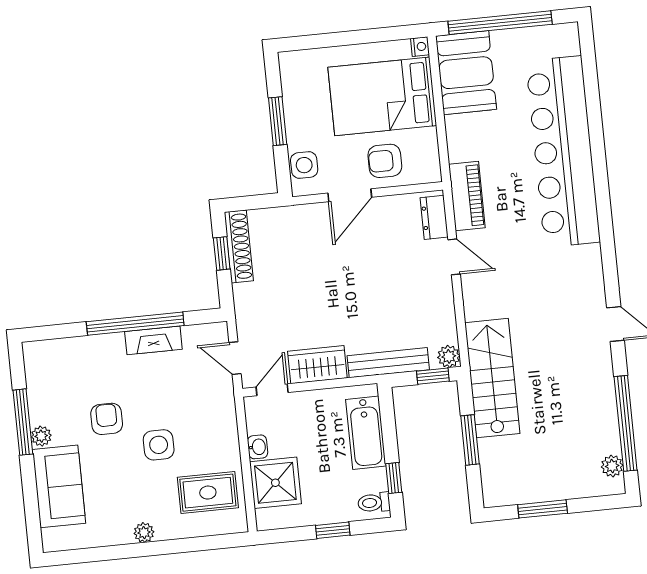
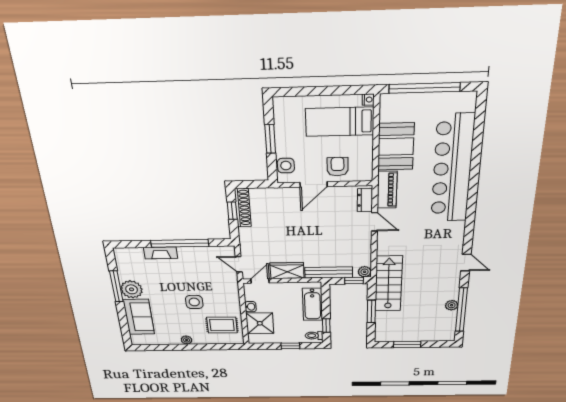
booth: (466, 73) -> (396, 147), moved
bed: (382, 96) -> (340, 122), width x0.67
armchair: (385, 161) -> (338, 167), turned 90
fireplace: (153, 340) -> (161, 253), moved
armchair: (107, 419) -> (164, 288), removed
plant: (41, 436) -> (132, 289), width x1.88, depth x1.88
plant: (612, 466) -> (452, 305), moved

